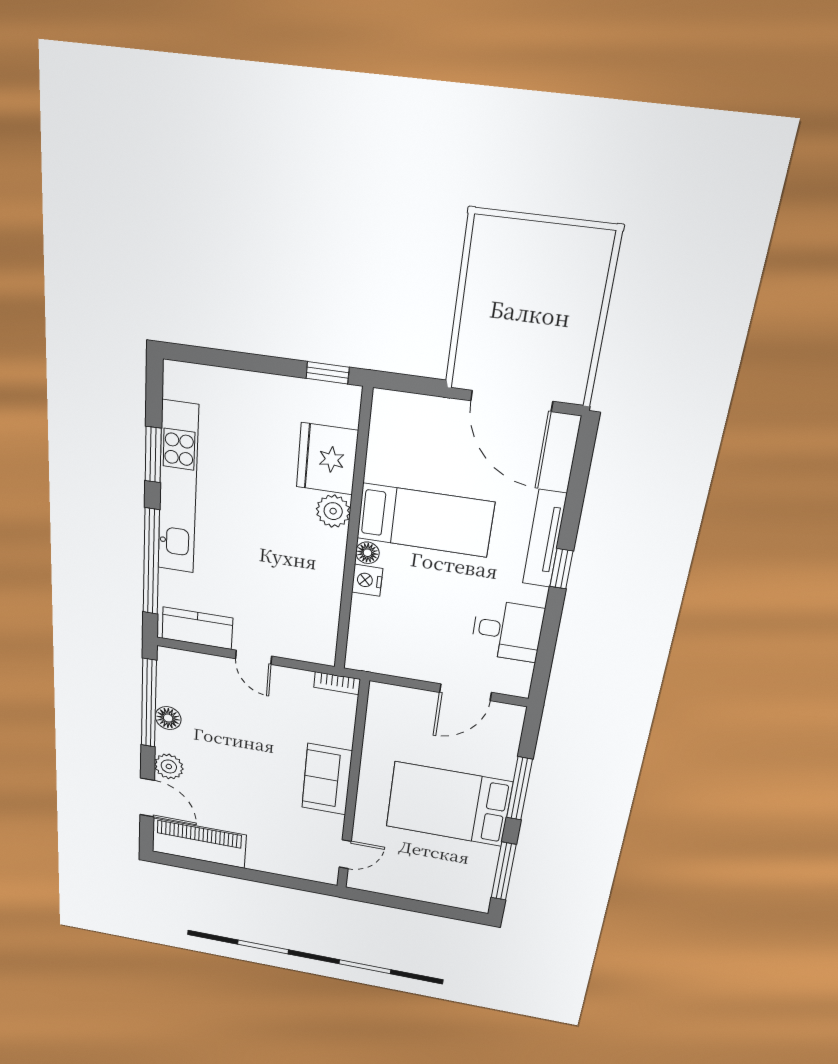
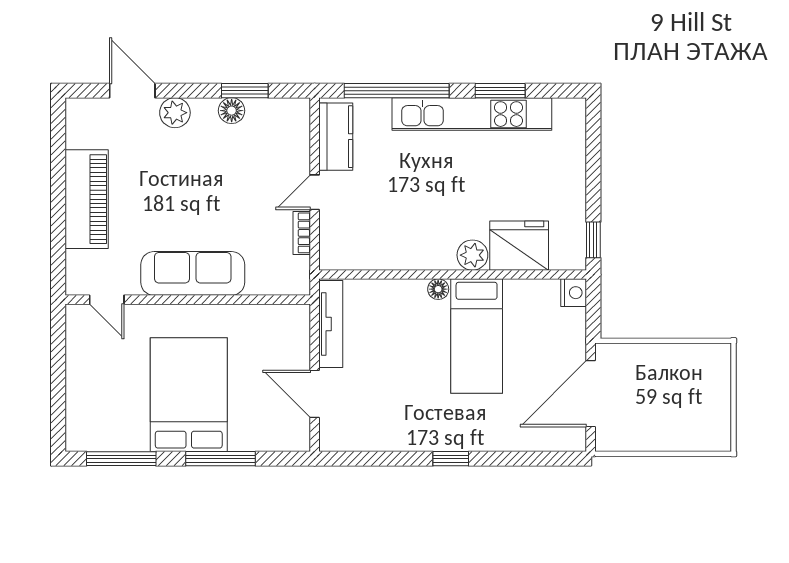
tv unit: (544, 539) -> (331, 324), moved, turned 90
nightstand: (367, 580) -> (574, 293), moved, turned 90
desk: (507, 631) -> (384, 422), removed
bookcase: (337, 683) -> (302, 233), moved
window: (149, 703) -> (245, 91), width x0.47
sofa: (327, 779) -> (193, 273), width x1.36
door: (147, 798) -> (132, 91), swing flipped
piano: (199, 843) -> (87, 199), moved

